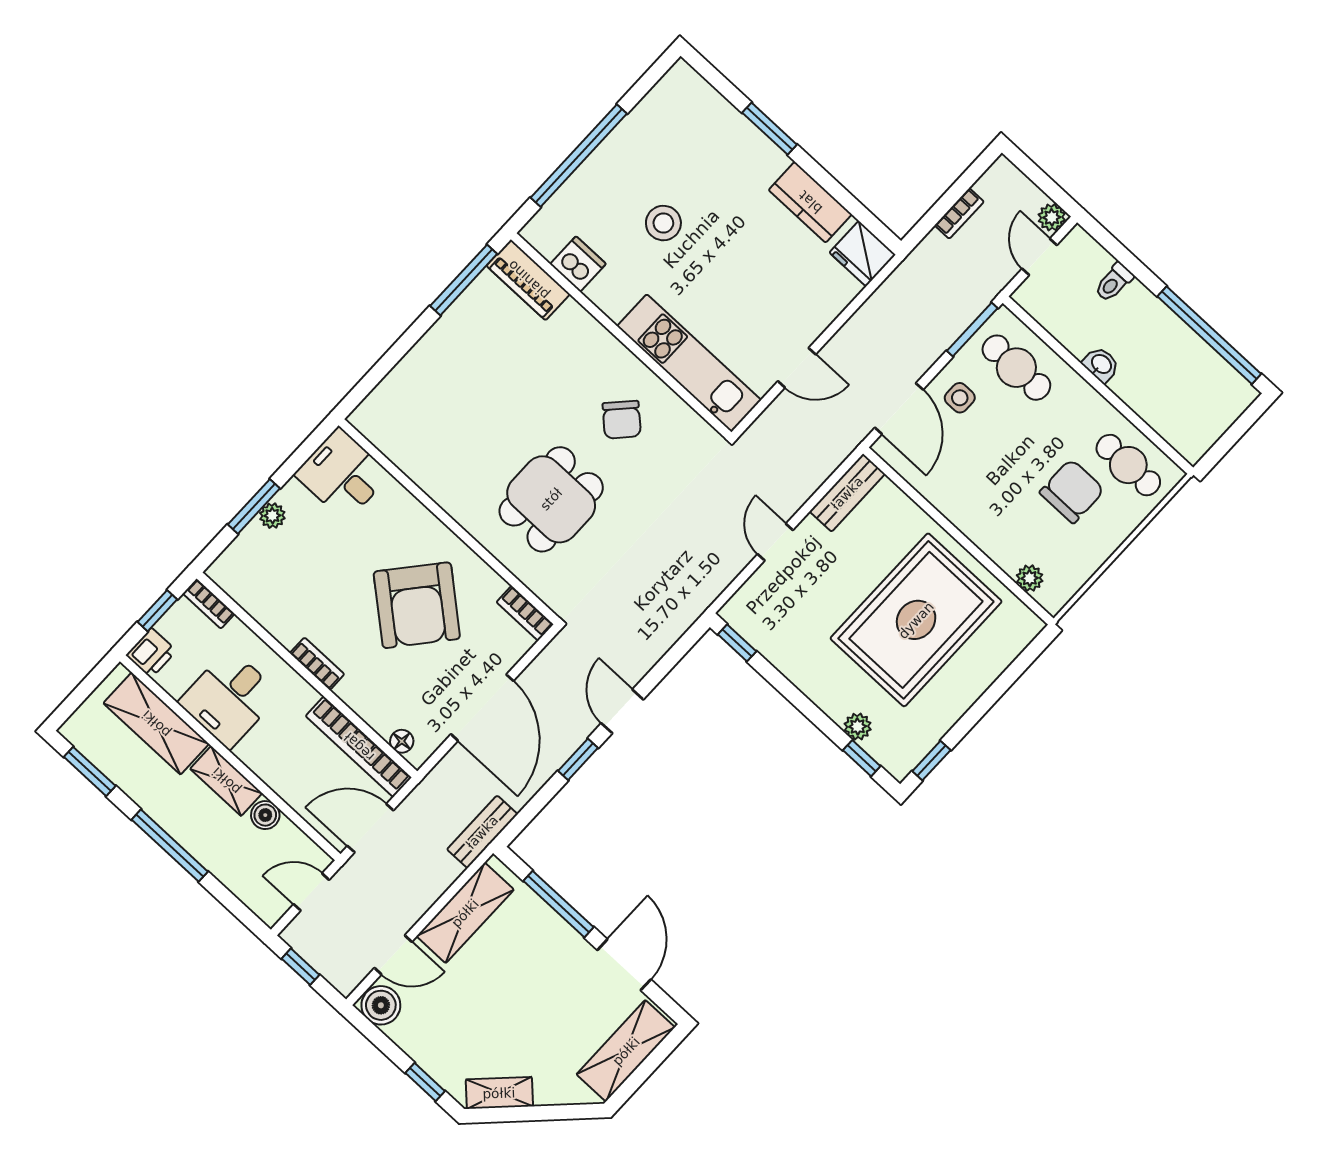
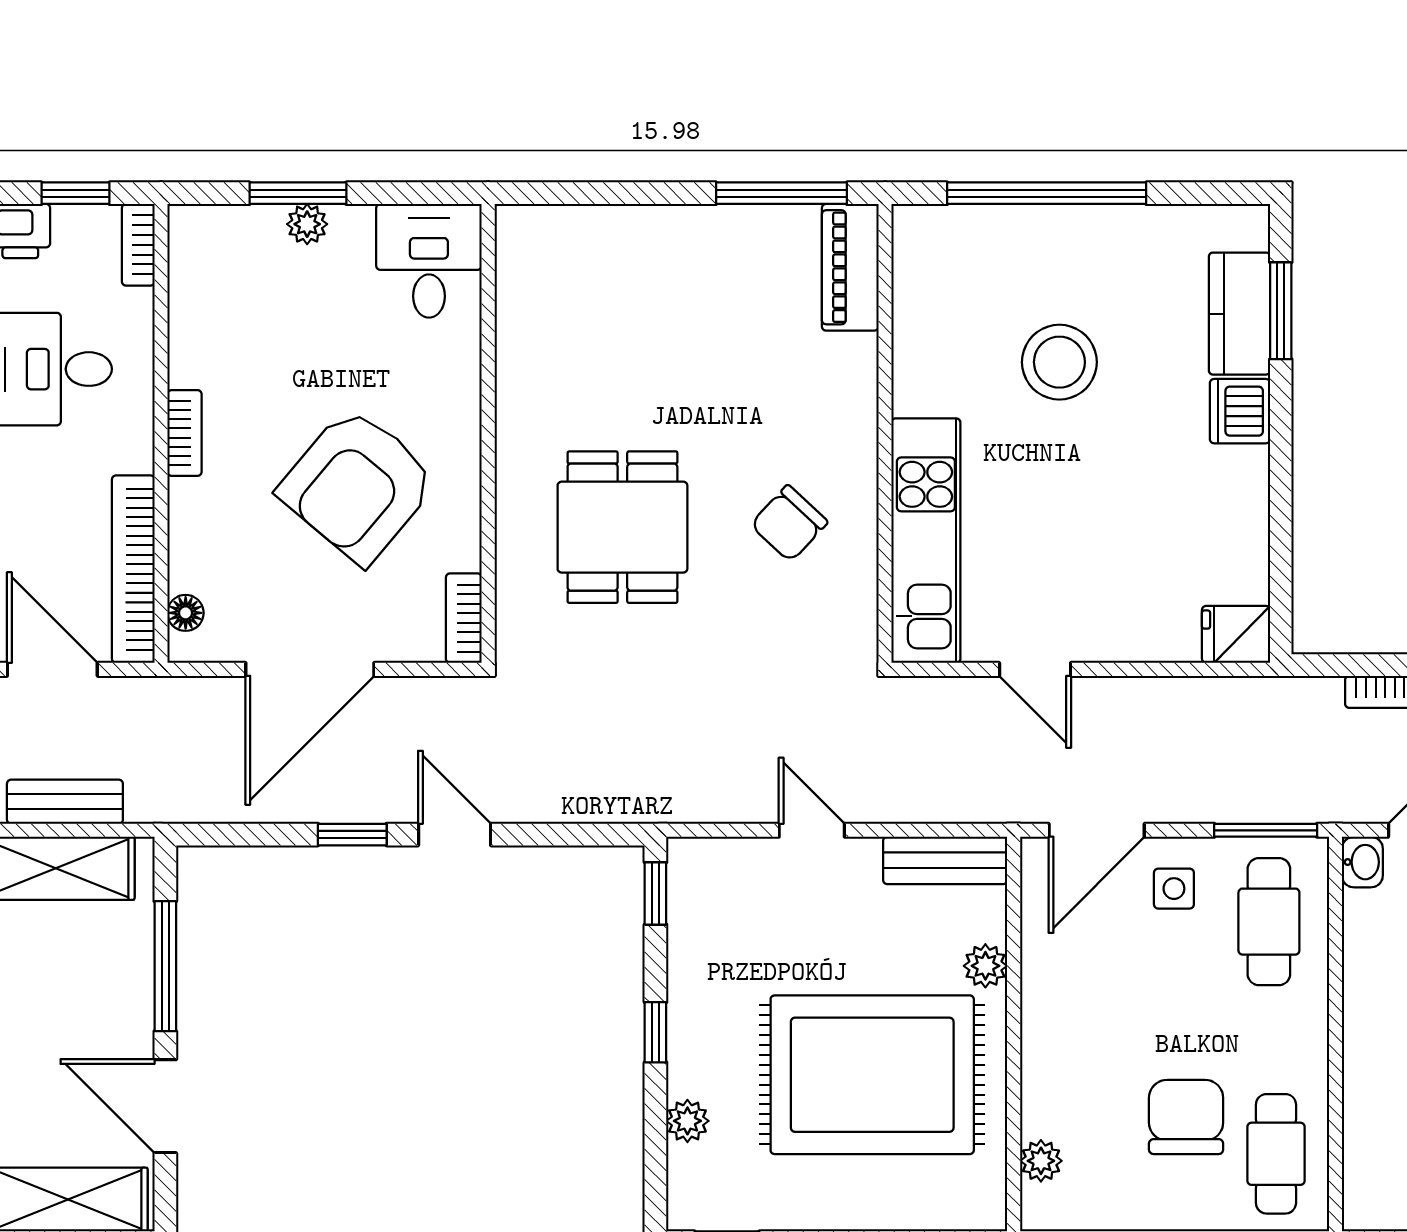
window: (770, 129) -> (1281, 311), moved
kitchen counter: (810, 202) -> (1239, 314), moved
stool: (663, 223) -> (1059, 362), width x1.38, depth x1.38
fridge: (862, 254) -> (1236, 634), width x0.72
dishwasher: (578, 264) -> (1240, 411), moved, turned 180
washbasin: (1101, 365) -> (1362, 862), moved
chair: (1072, 491) -> (1186, 1117), turned -90
dining table: (551, 499) -> (622, 527), turned 90
plant: (914, 520) -> (985, 966), added
door: (775, 542) -> (812, 830), hinge flipped
door: (622, 711) -> (455, 835), hinge flipped
window: (862, 758) -> (655, 1032), moved
bench: (482, 832) -> (65, 802), moved
door: (624, 965) -> (165, 1106), swing flipped

